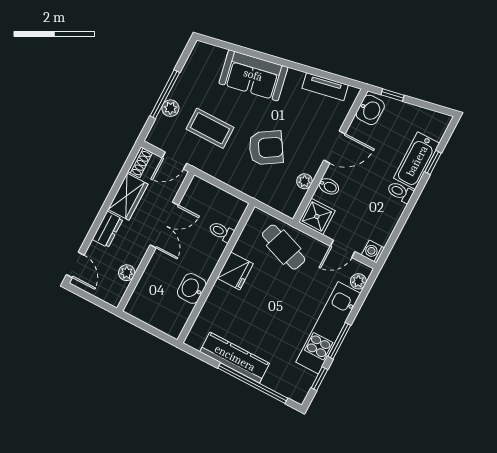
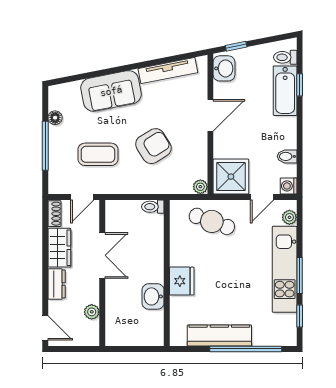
floor lamp: (188, 73) -> (55, 118), added
tv unit: (325, 87) -> (168, 71), width x1.41
plant: (170, 108) -> (56, 155), removed
plant: (304, 181) -> (200, 187), moved
bidet: (329, 186) -> (287, 156), moved, turned 180
toilet: (400, 192) -> (285, 57), moved
shower: (317, 216) -> (231, 177), width x1.36, depth x1.36
toilet: (221, 232) -> (153, 207), moved
fridge: (235, 271) -> (182, 281), moved

